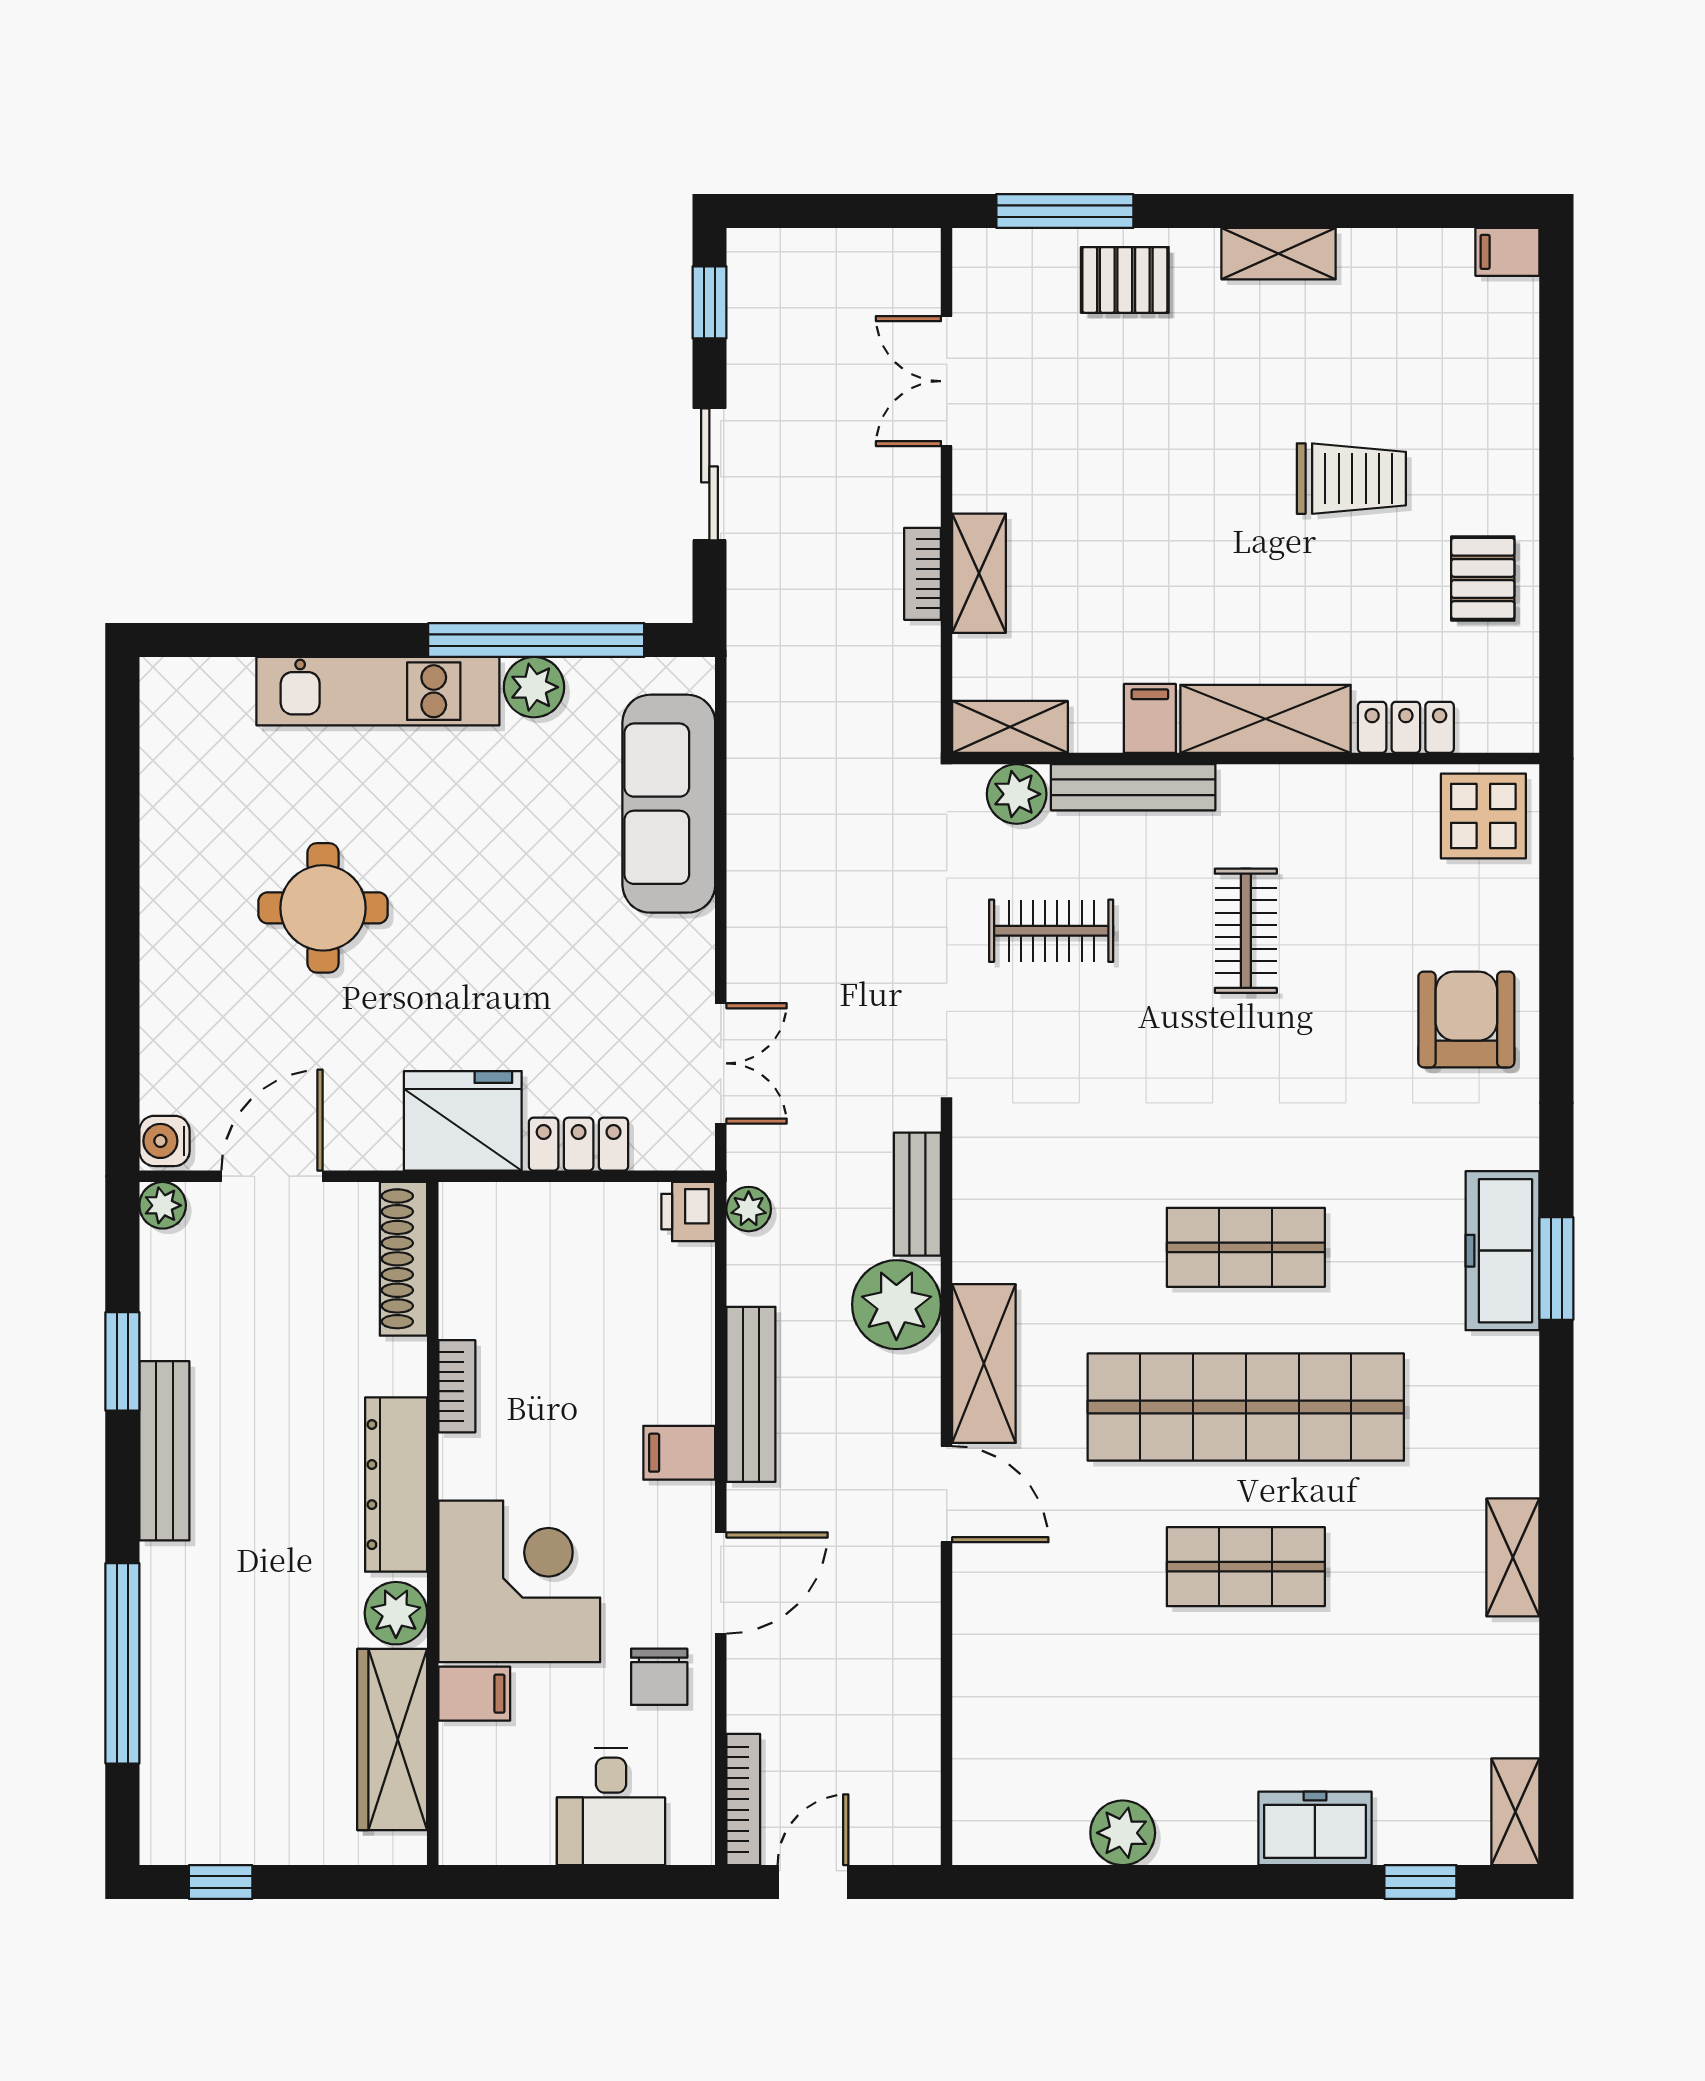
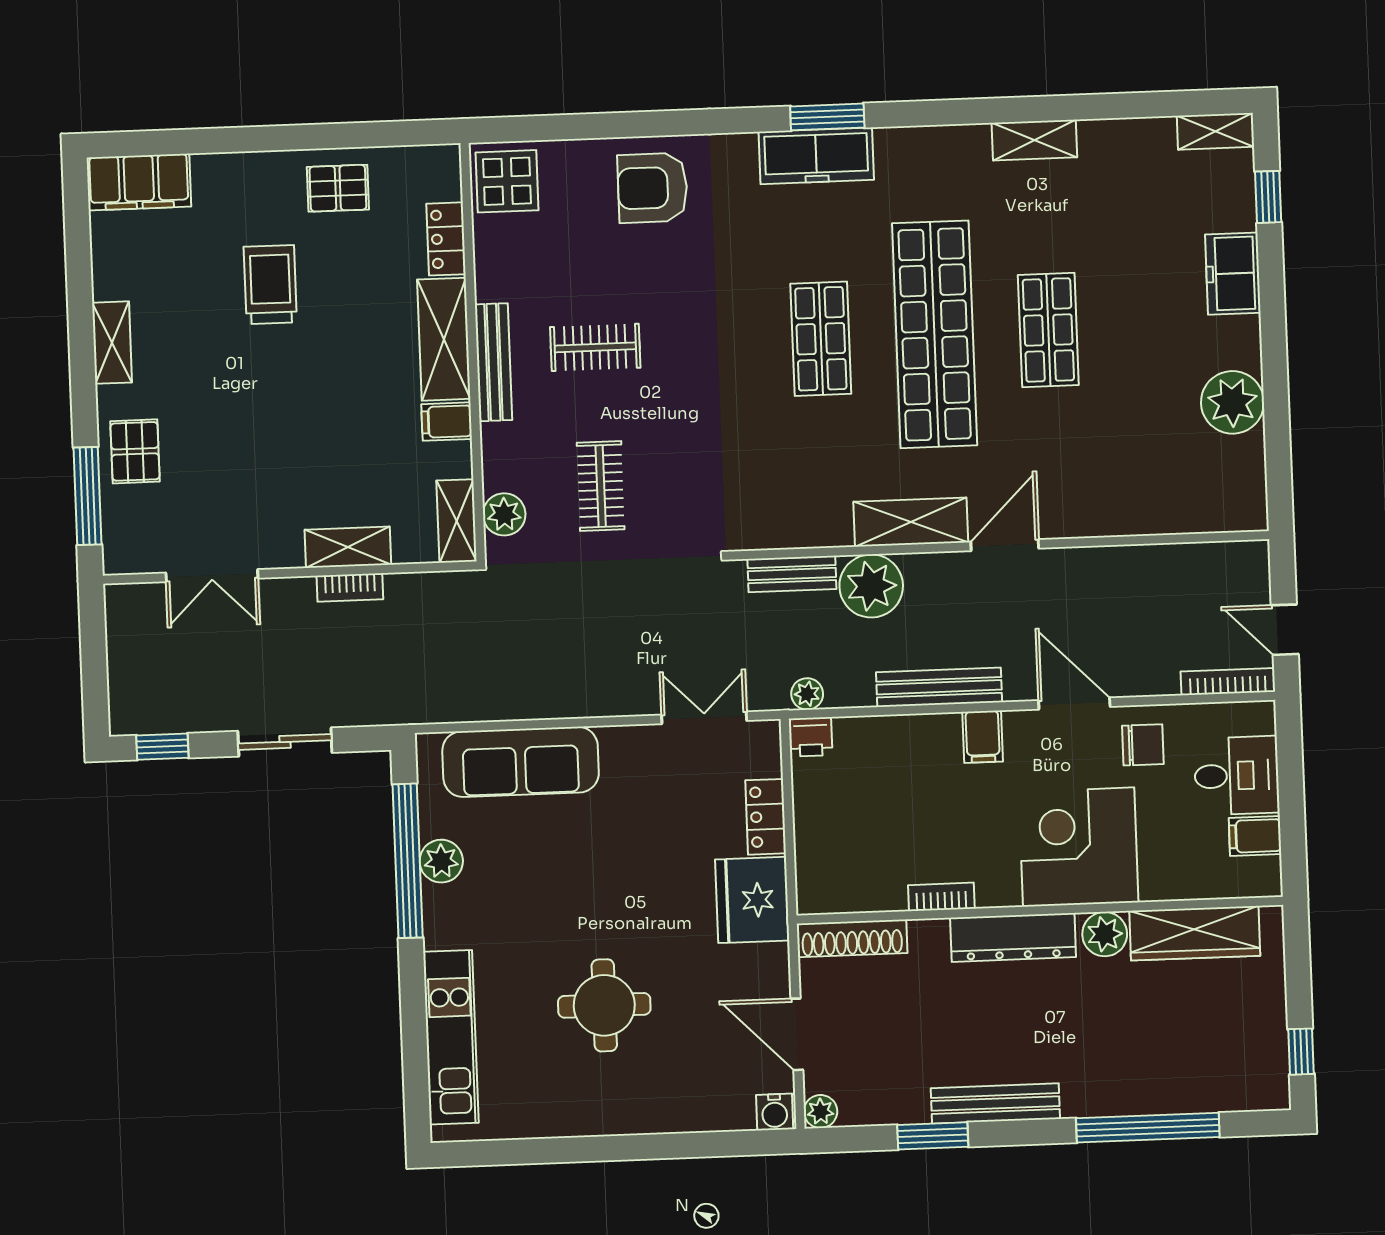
filing cabinet: (1507, 252) -> (139, 182), width x3.00, depth x1.17
kitchen unit: (378, 691) -> (451, 1037), moved
bench: (1133, 787) -> (493, 362), moved
filing cabinet: (474, 1694) -> (1255, 836), moved, turned -90
plant: (1123, 1833) -> (1232, 402), width x1.36, depth x1.36

